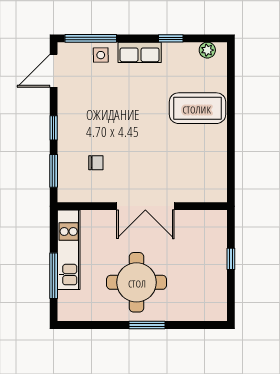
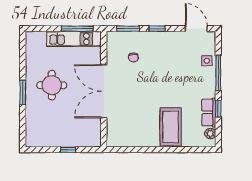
window: (91, 38) -> (218, 73), moved
row of seats: (140, 52) -> (209, 112), moved
double door: (145, 206) -> (104, 91), width x1.36
window: (54, 276) -> (77, 29), moved
round table: (137, 282) -> (52, 85), width x0.73, depth x0.73

